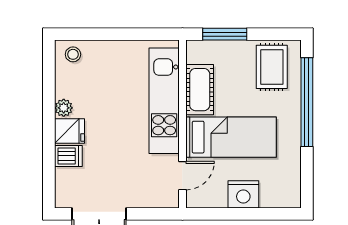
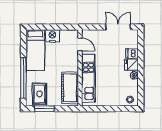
window: (225, 34) -> (44, 109), moved
cot: (200, 90) -> (70, 88), width x1.37, depth x1.34
bed: (231, 137) -> (35, 50), moved, turned -90
door: (182, 176) -> (80, 44), swing flipped

